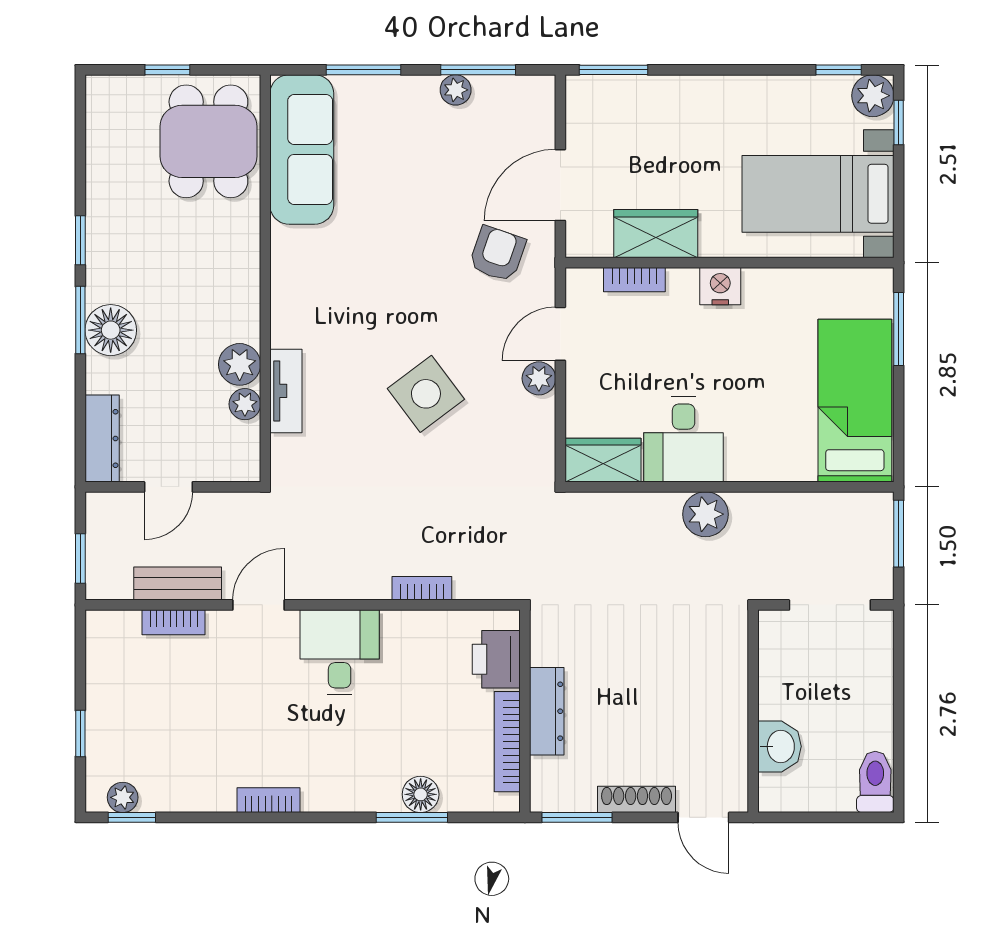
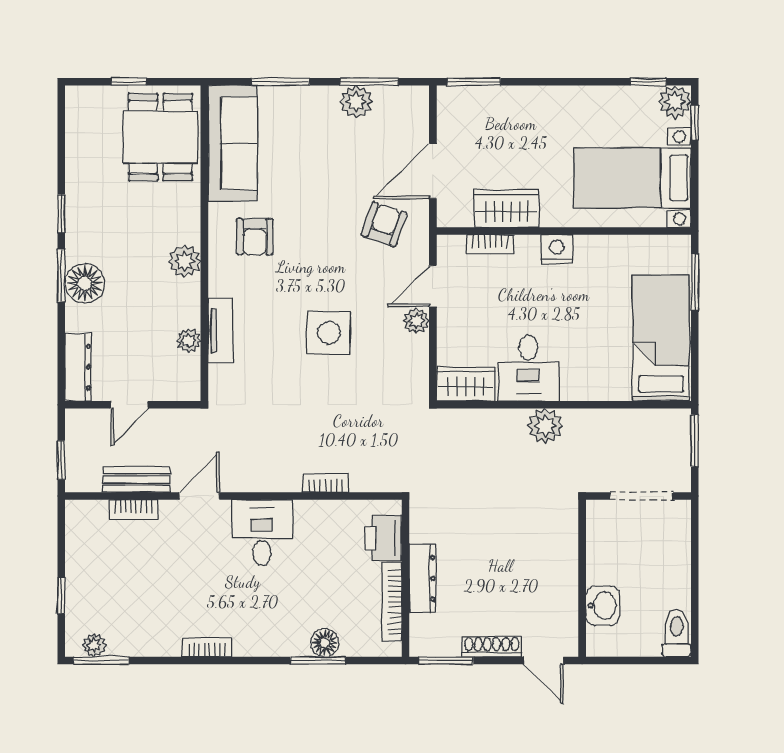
plant: (456, 90) -> (356, 102), width x1.38, depth x1.38
armchair: (330, 270) -> (255, 237), added
plant: (240, 364) -> (185, 261), moved
side table: (426, 394) -> (329, 333), turned 37
window: (132, 817) -> (101, 661), width x1.50

